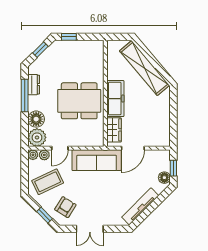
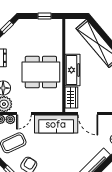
window: (69, 37) -> (45, 16), moved
door: (133, 148) -> (88, 113), hinge flipped

